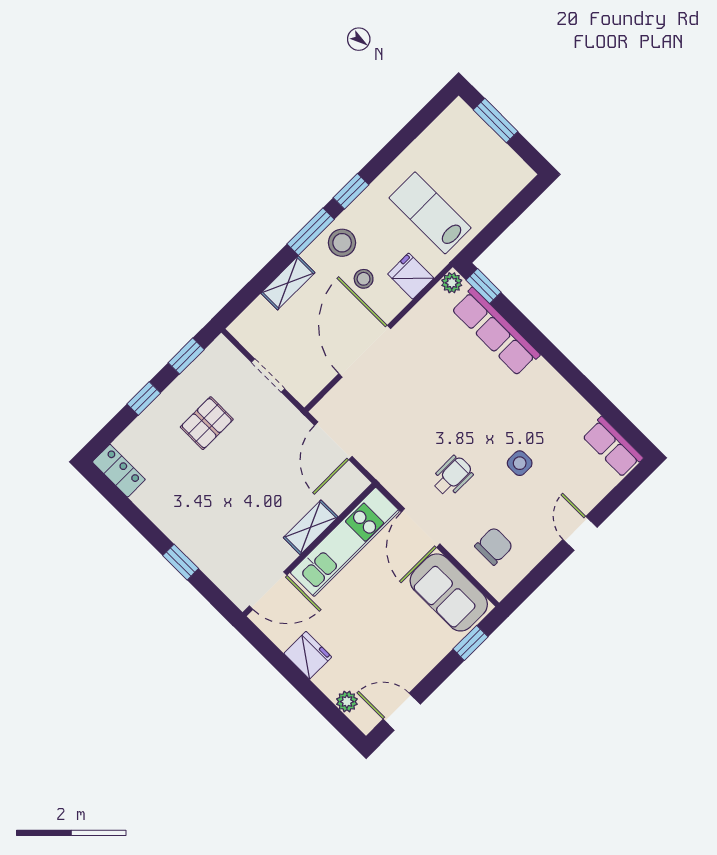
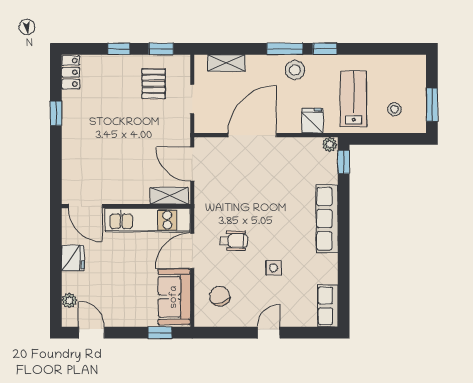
window: (496, 121) -> (432, 105), moved
stool: (364, 279) -> (394, 109), moved
shelving: (288, 283) -> (226, 63), moved
row of seats: (496, 332) -> (327, 219), moved
pallet: (207, 423) -> (154, 84), moved, turned 90
door: (333, 441) -> (192, 164), hinge flipped
shelving: (311, 527) -> (169, 196), moved
chair: (494, 546) -> (220, 296), turned -106
window: (181, 562) -> (56, 113), moved

